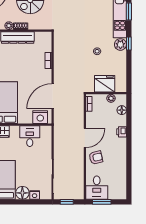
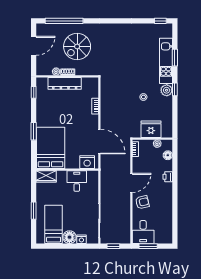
door: (53, 96) -> (99, 142), swing flipped

